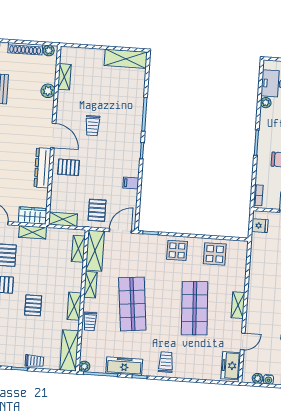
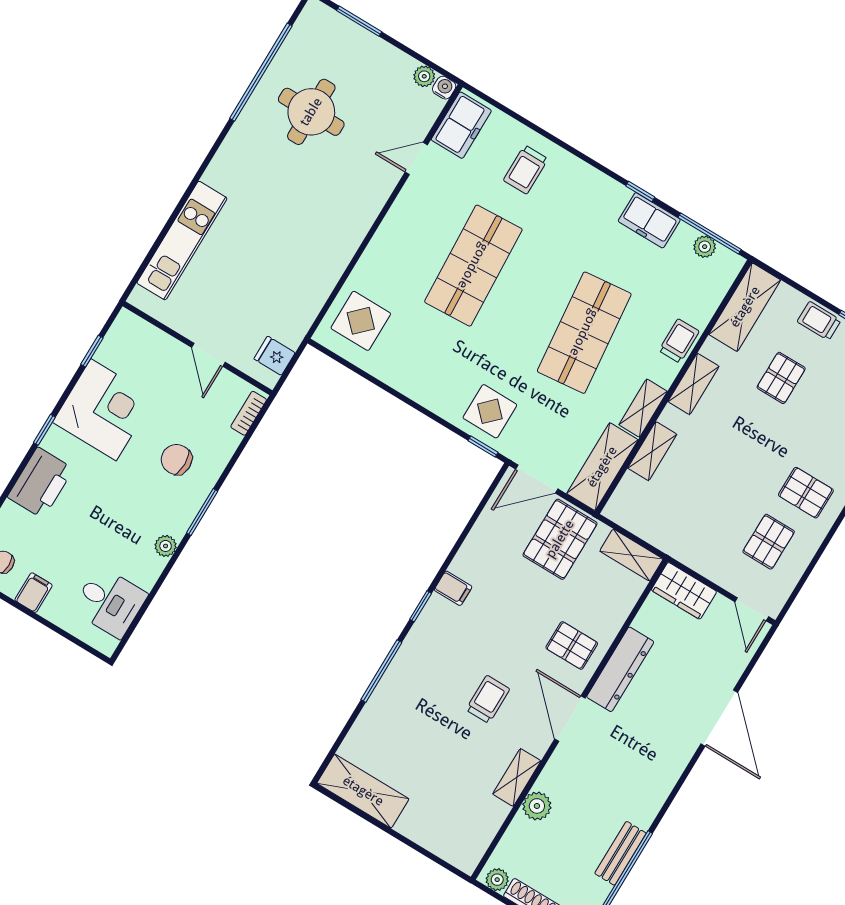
shelving: (64, 77) -> (517, 777), moved
plant: (266, 103) -> (166, 546), moved
filing cabinet: (131, 183) -> (453, 588), moved
pallet: (97, 210) -> (560, 539), width x1.50, depth x1.42
shelving: (33, 232) -> (700, 560), removed
shelving: (78, 249) -> (652, 451), moved
display table: (177, 250) -> (490, 411), moved
display table: (215, 254) -> (361, 321), moved
pallet: (33, 305) -> (781, 378), moved
shelving: (238, 305) -> (390, 230), removed
trolley: (166, 362) -> (526, 170), moved
plant: (84, 366) -> (705, 247), moved
freezer: (124, 366) -> (649, 220), width x0.71
water cooler: (268, 379) -> (444, 88), moved

